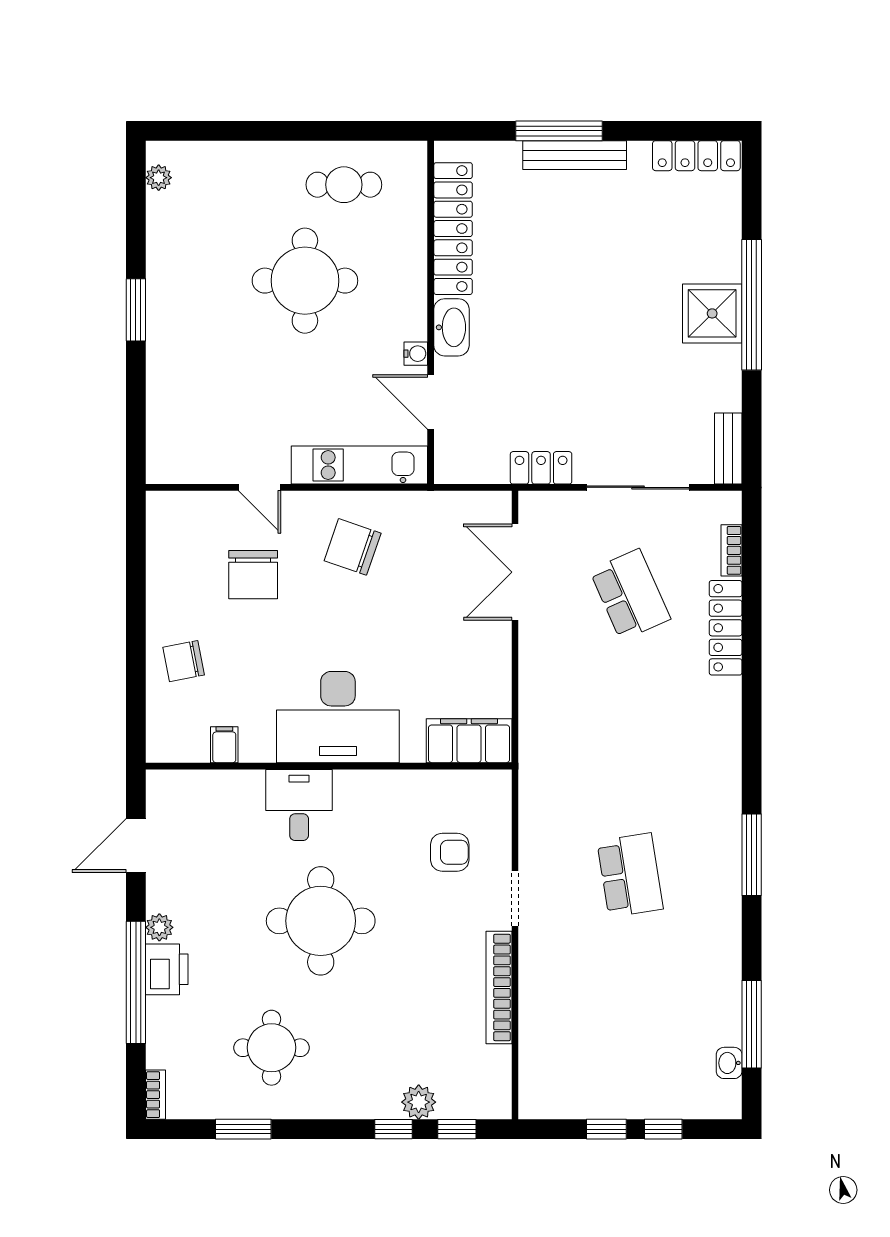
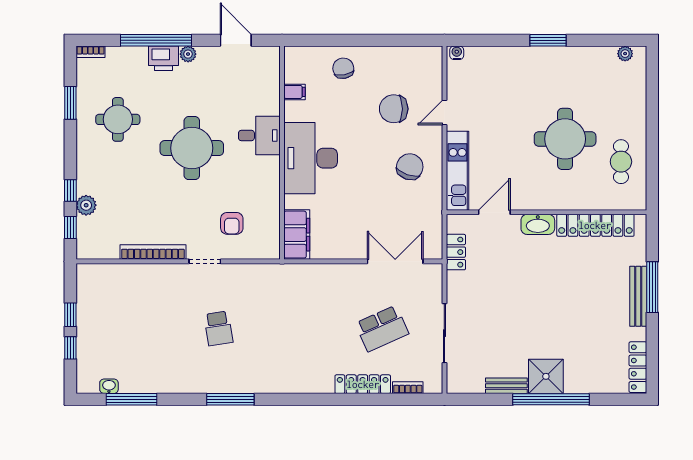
water cooler: (416, 354) -> (457, 53), moved, turned 180
bench: (728, 449) -> (506, 386), moved
locker: (541, 468) -> (456, 252), moved
school desk: (630, 875) -> (218, 328), width x0.54

